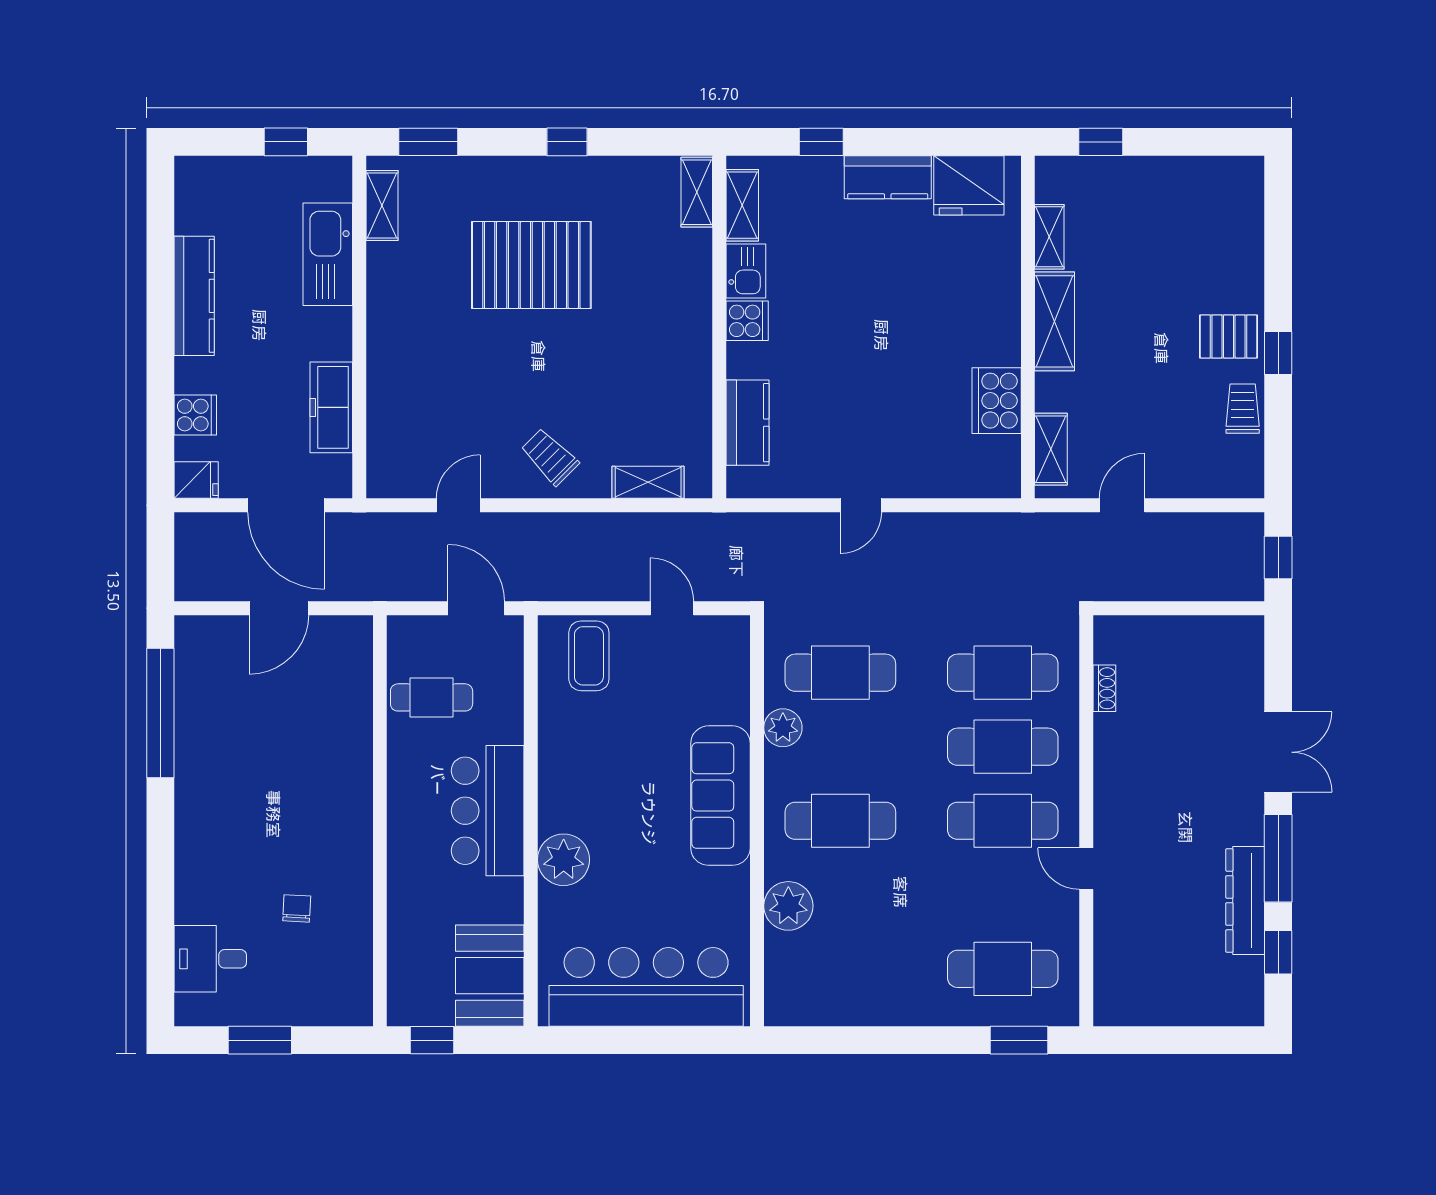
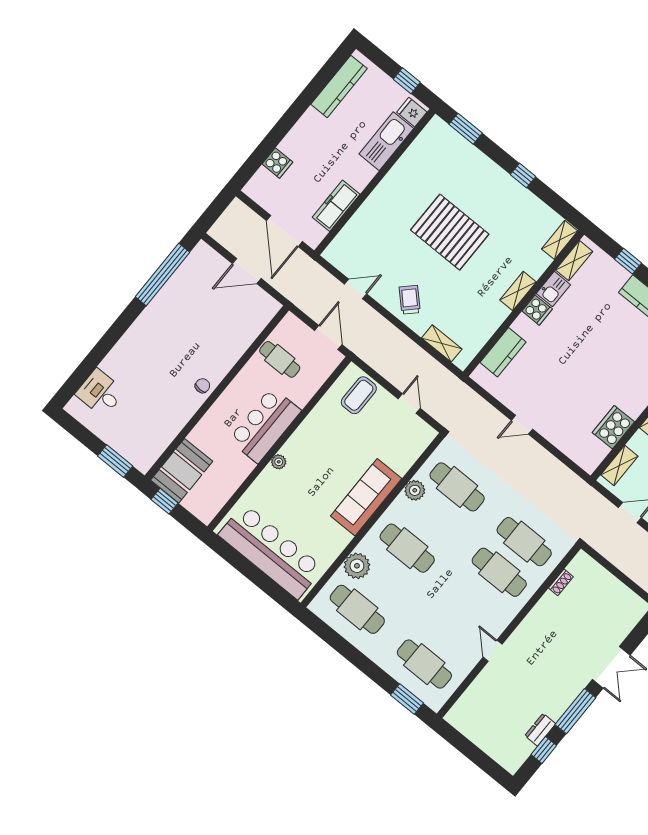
shelving: (382, 206) -> (518, 291), moved
pallet: (531, 265) -> (450, 232), moved
kitchen counter: (194, 296) -> (339, 86), moved
fridge: (196, 480) -> (412, 112), moved, turned 180
cafe table: (1003, 821) -> (357, 609), moved
plant: (564, 860) -> (279, 462), width x0.53, depth x0.53
dresser: (1245, 900) -> (540, 730), width x0.51, depth x0.80
chair: (297, 908) -> (202, 386), moved
booth: (490, 976) -> (182, 471), moved
window: (260, 1040) -> (115, 461), moved

